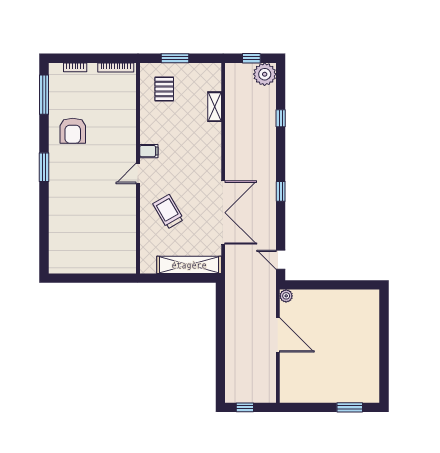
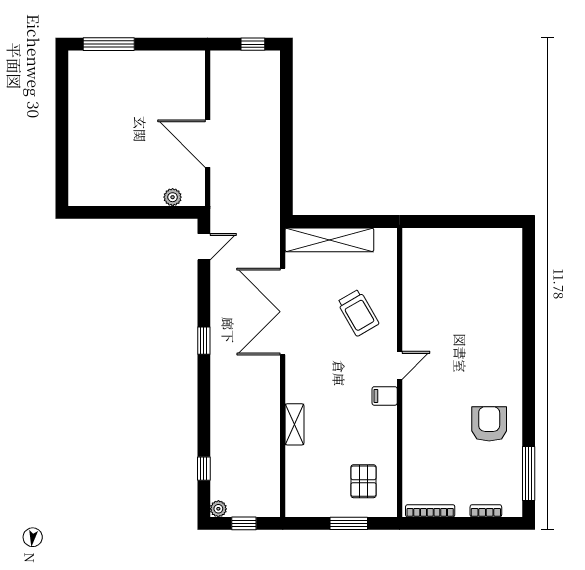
plant: (265, 74) -> (218, 509), width x0.53, depth x0.53
shelving: (215, 107) -> (294, 424), moved
window: (281, 118) -> (204, 469), moved
window: (44, 167) -> (529, 374), removed
door: (281, 260) -> (204, 247), hinge flipped
plant: (286, 296) -> (173, 197), moved
window: (350, 407) -> (109, 44), width x1.44

